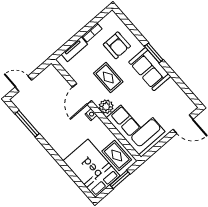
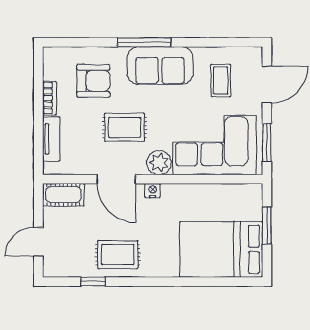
window: (154, 53) -> (144, 42), width x1.44
cot: (54, 76) -> (63, 195), added
coffee table: (167, 102) -> (221, 81), added
window: (27, 124) -> (93, 282), width x0.46
window: (157, 147) -> (267, 143), added
rug: (117, 155) -> (118, 255), moved

